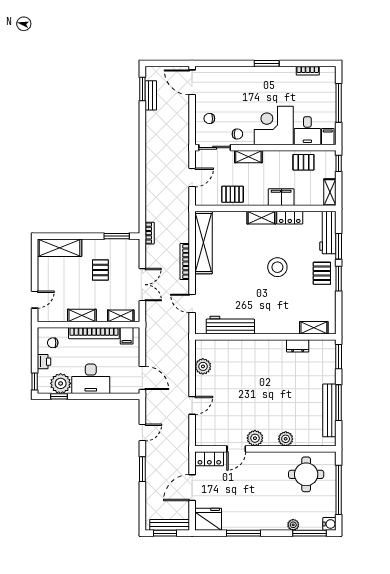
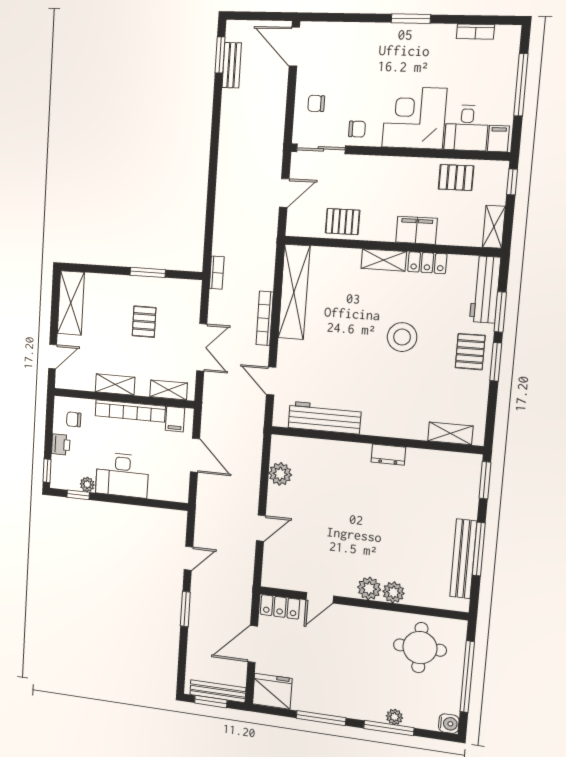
shelving: (248, 157) -> (371, 165), removed
window: (117, 236) -> (148, 272), moved
shelving: (60, 248) -> (71, 303), moved, turned 90
dresser: (298, 346) -> (388, 455), moved
door: (142, 378) -> (195, 455), moved
plant: (61, 383) -> (87, 484), width x0.53, depth x0.53
plant: (255, 438) -> (369, 588), moved
window: (310, 533) -> (389, 728), moved

